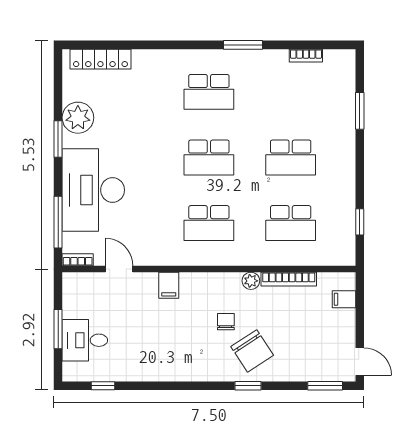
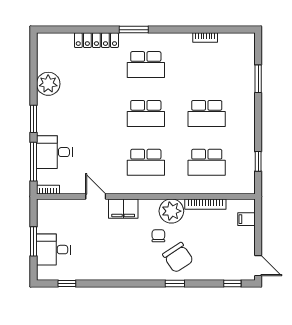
window: (243, 45) -> (134, 30), moved
bookcase: (306, 56) -> (205, 38), moved
locker: (100, 59) -> (96, 40), moved
window: (58, 139) -> (33, 119), moved
desk: (93, 190) -> (54, 152), width x0.53, depth x0.77
door: (119, 269) -> (96, 197), moved
plant: (251, 281) -> (171, 211), width x1.88, depth x1.88
filing cabinet: (169, 285) -> (123, 209), width x2.00
window: (325, 386) -> (232, 284), width x0.67

